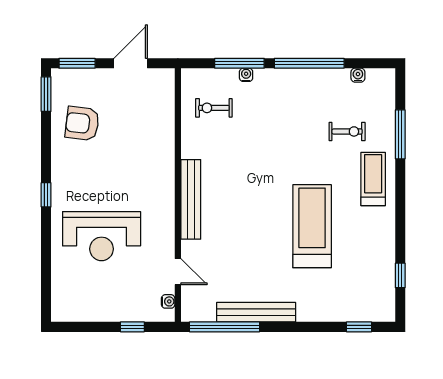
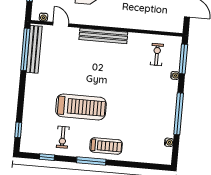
window: (239, 63) -> (183, 59), moved
exercise bike: (347, 131) -> (63, 137), moved
window: (400, 134) -> (91, 161), moved
door: (178, 272) -> (61, 24), swing flipped
bench: (256, 312) -> (34, 49), moved

